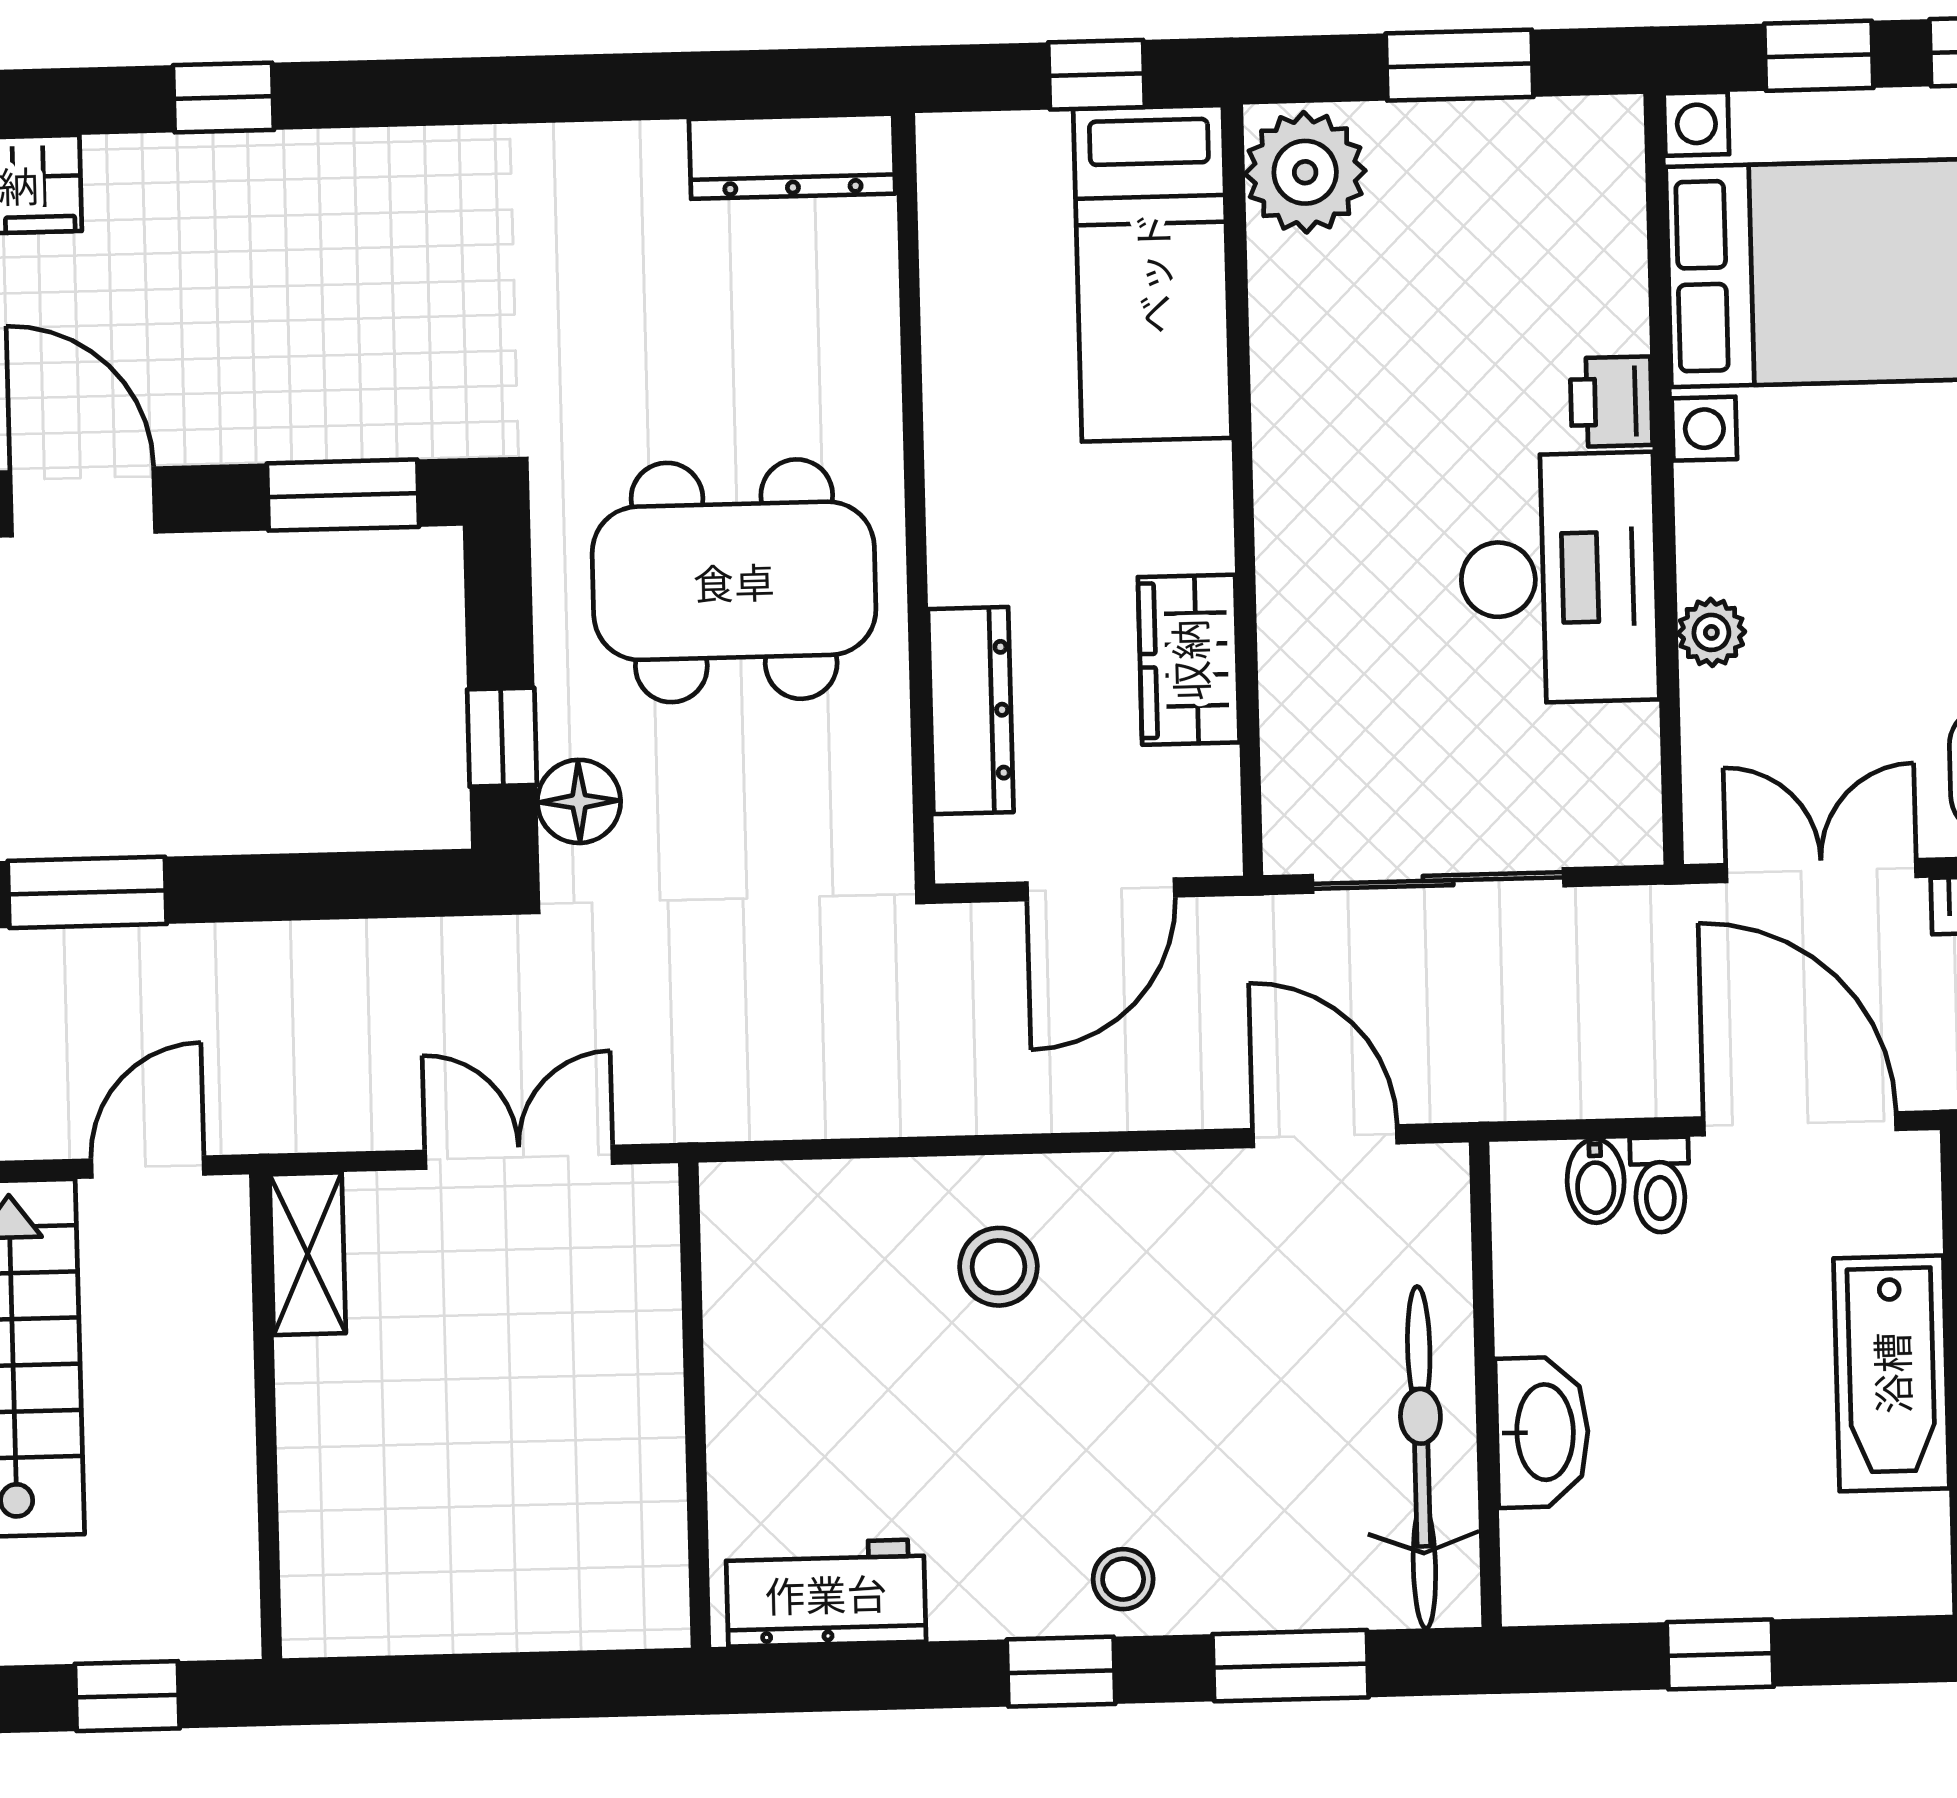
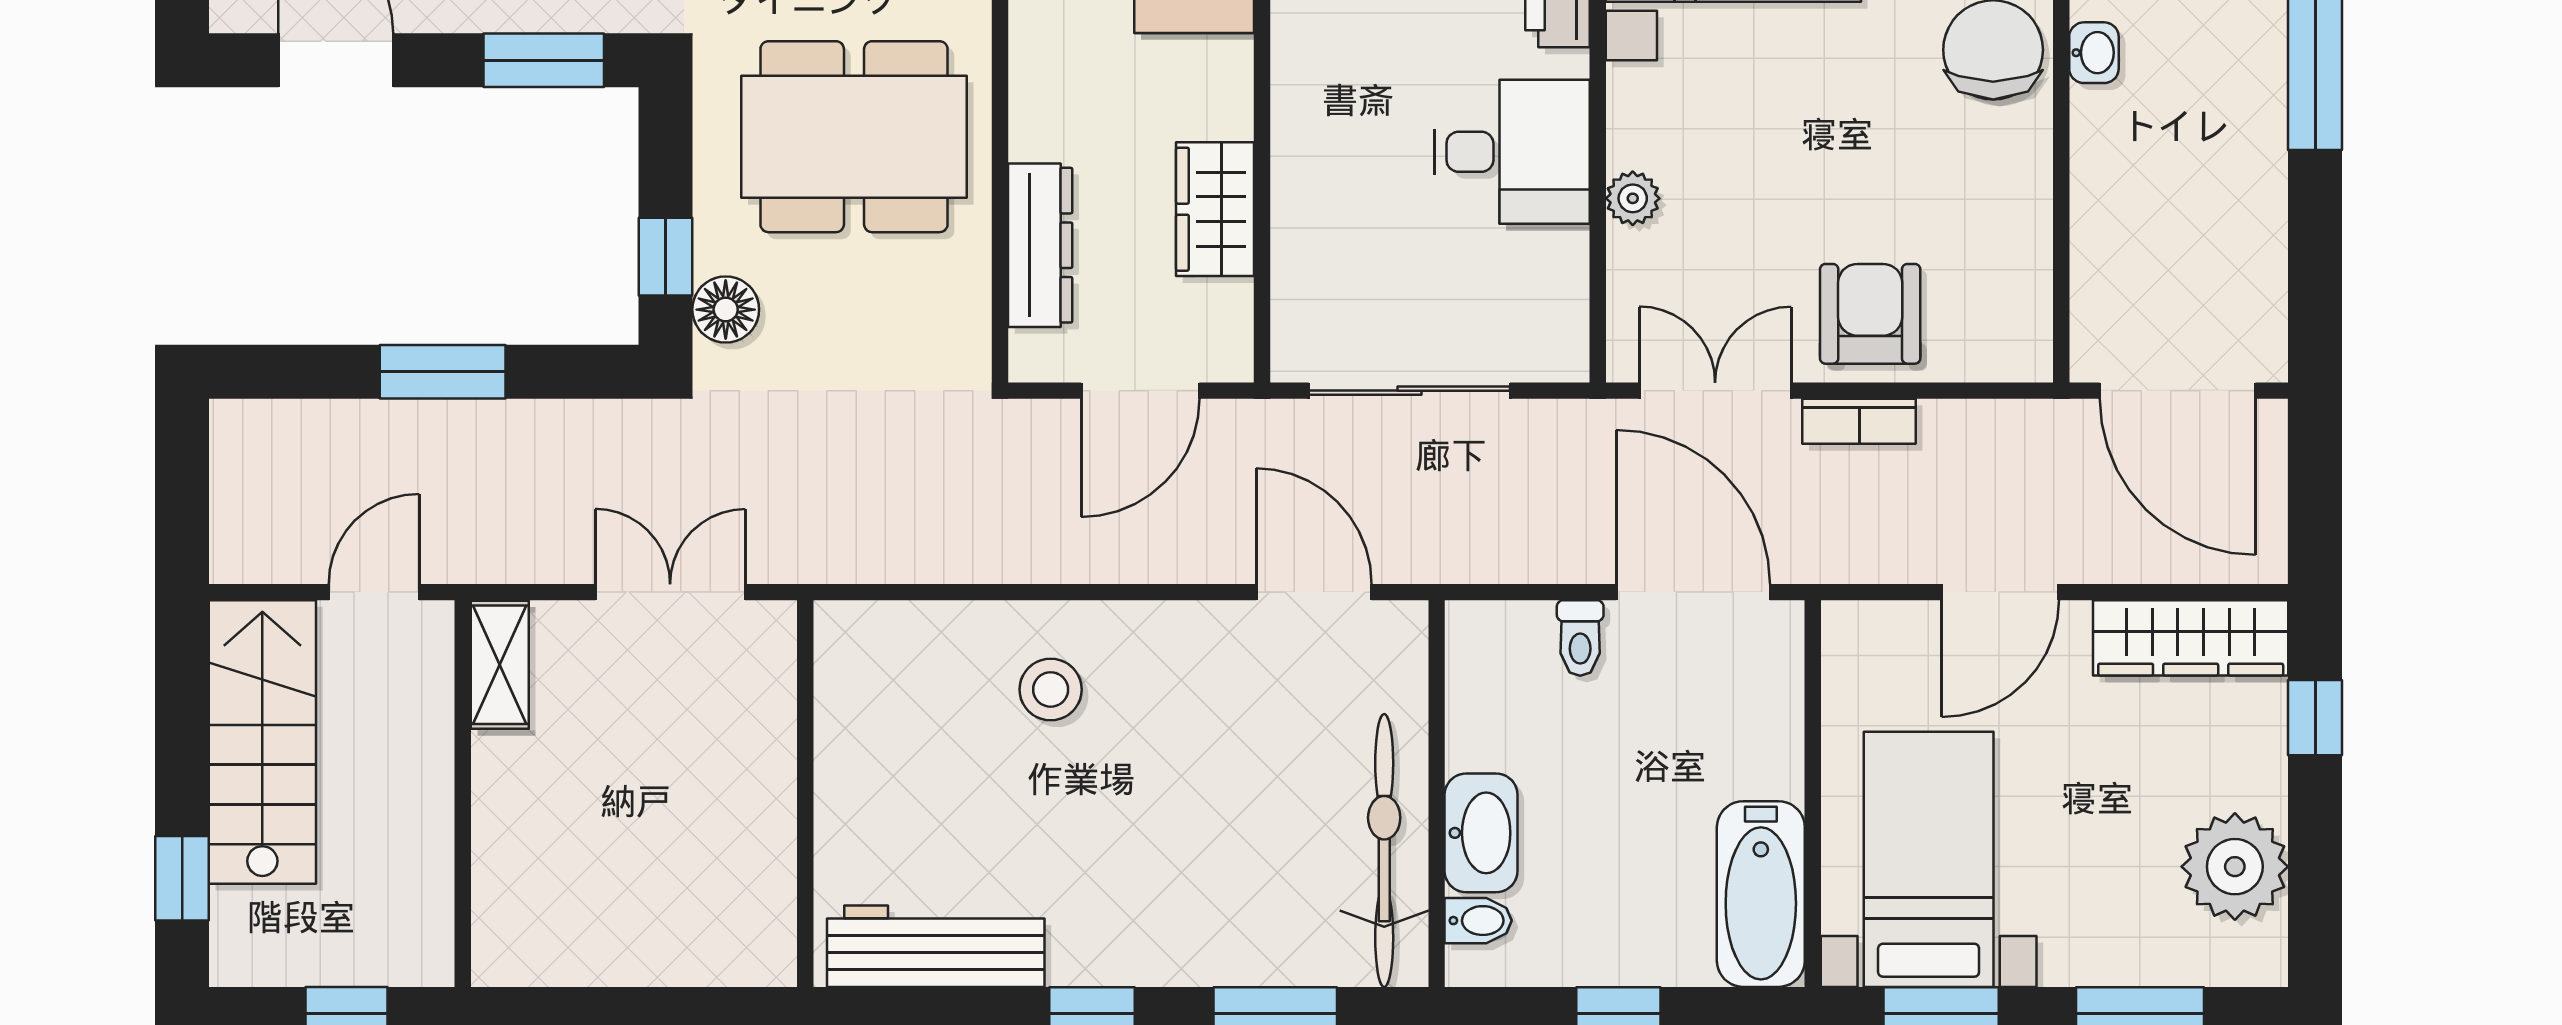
desk: (1559, 578) -> (1512, 152), width x0.73
window: (87, 892) -> (443, 372), moved
bidet: (1596, 1181) -> (1478, 921), moved, turned -90
bathtub: (1891, 1373) -> (1761, 894), moved
stool: (1123, 1579) -> (1144, 941), removed
workbench: (826, 1593) -> (936, 946), width x1.38

